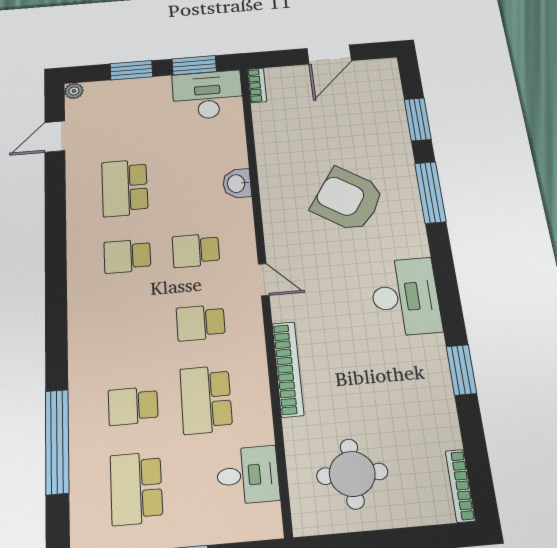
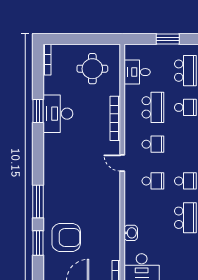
washbasin: (237, 183) -> (131, 233), moved
armchair: (348, 200) -> (66, 237), moved, turned -33
desk: (405, 297) -> (58, 114), moved

